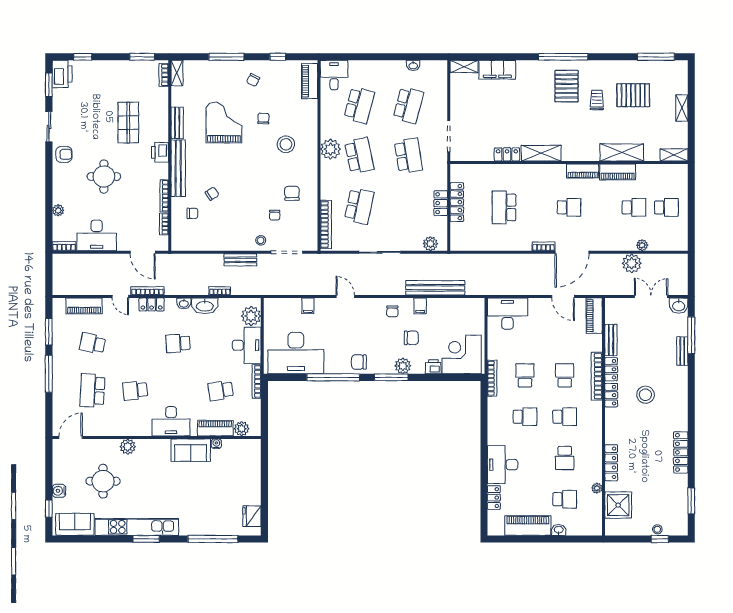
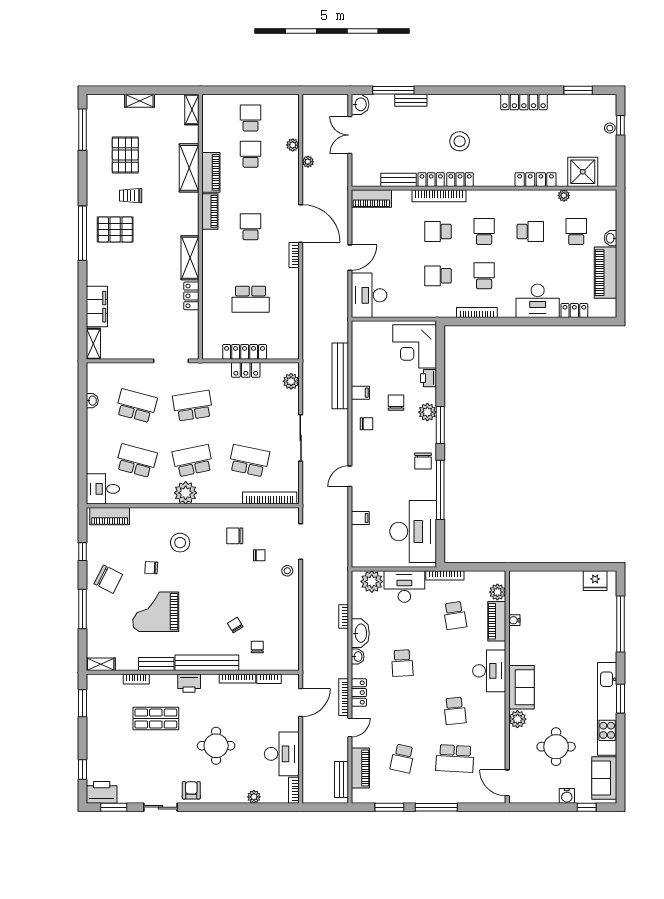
bookcase: (164, 75) -> (136, 679), moved
chair: (253, 80) -> (108, 579), width x1.87, depth x1.87
bench: (240, 260) -> (341, 779), moved
plant: (632, 263) -> (308, 162), width x0.53, depth x0.53
door: (563, 296) -> (350, 258), moved
bookcase: (492, 378) -> (477, 312), moved
sofa: (191, 450) -> (521, 687), moved

